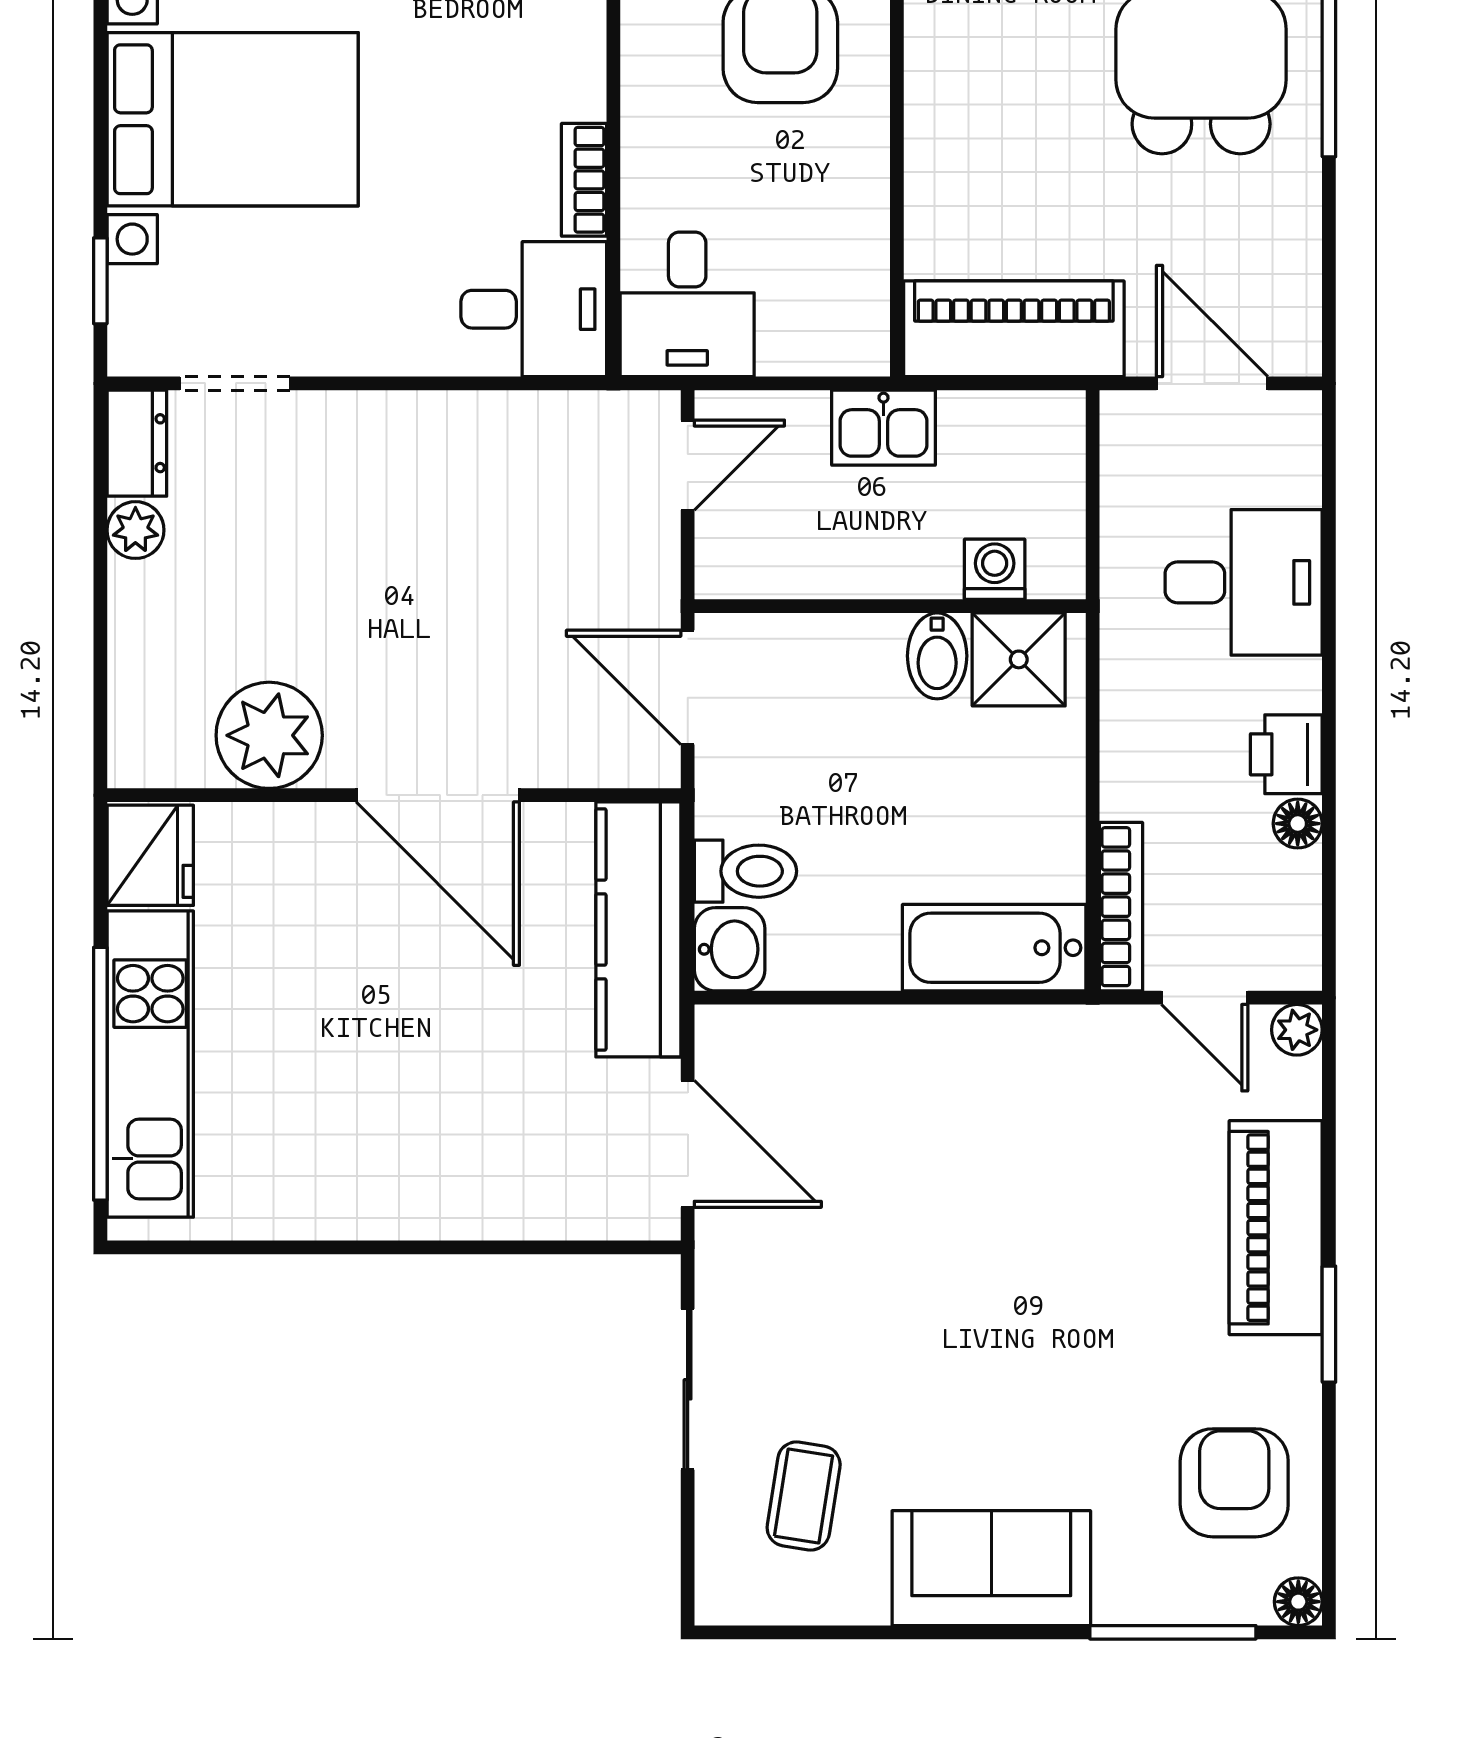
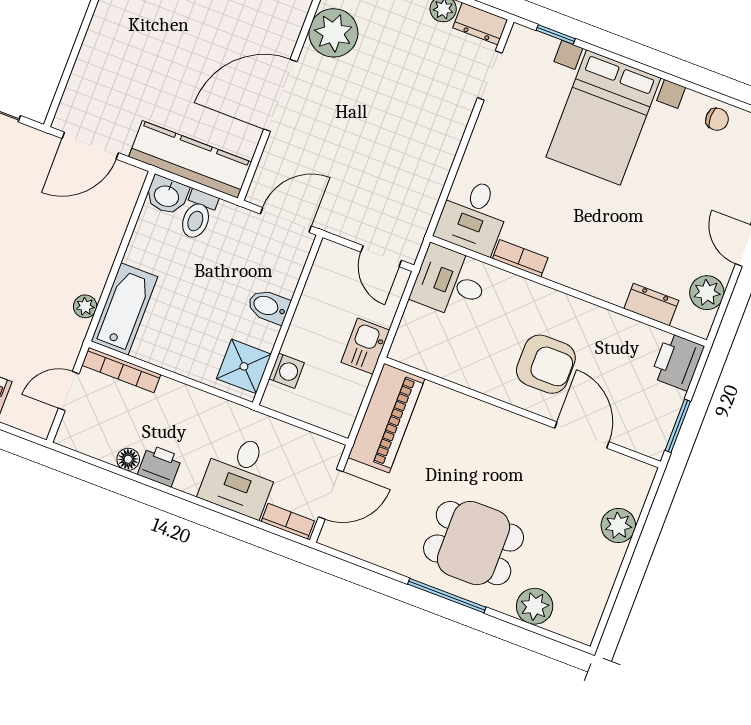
bookcase: (1301, 450) -> (288, 521), added
bidet: (937, 656) -> (268, 306), moved
plant: (1297, 1030) -> (85, 306), moved

